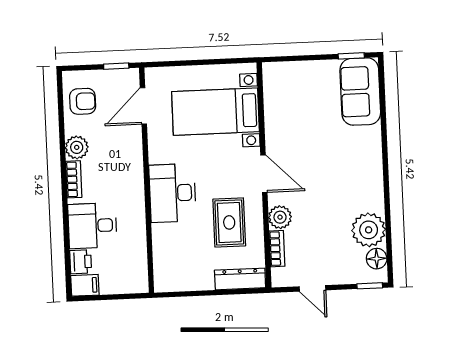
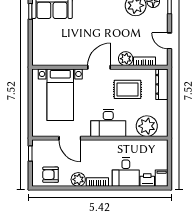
armchair: (83, 101) -> (51, 175), turned -90
door: (143, 106) -> (70, 138), moved
plant: (170, 257) -> (147, 126), added
door: (312, 288) -> (169, 41), swing flipped

